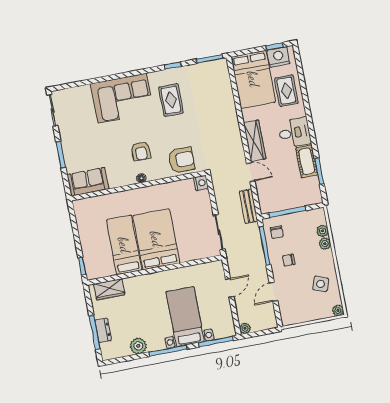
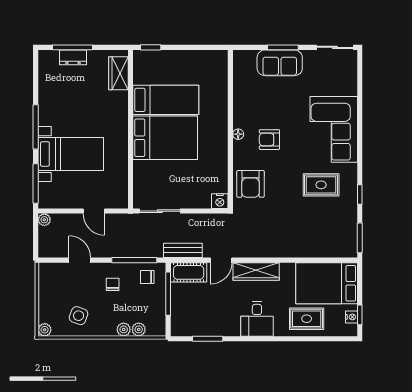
nightstand: (278, 57) -> (351, 317), width x0.53, depth x0.56
cot: (307, 161) -> (189, 272), moved
sofa: (88, 182) -> (280, 63), moved, turned 90
plant: (138, 346) -> (48, 94), removed

